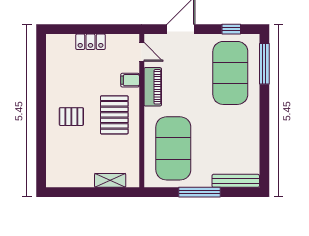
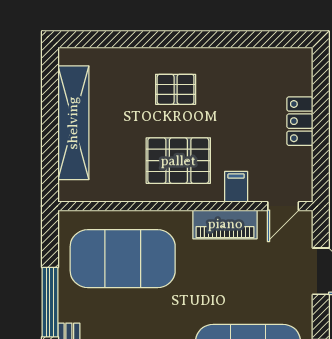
pallet: (71, 117) -> (176, 89), turned 90
shelving: (110, 180) -> (73, 123), width x2.20, depth x1.33

